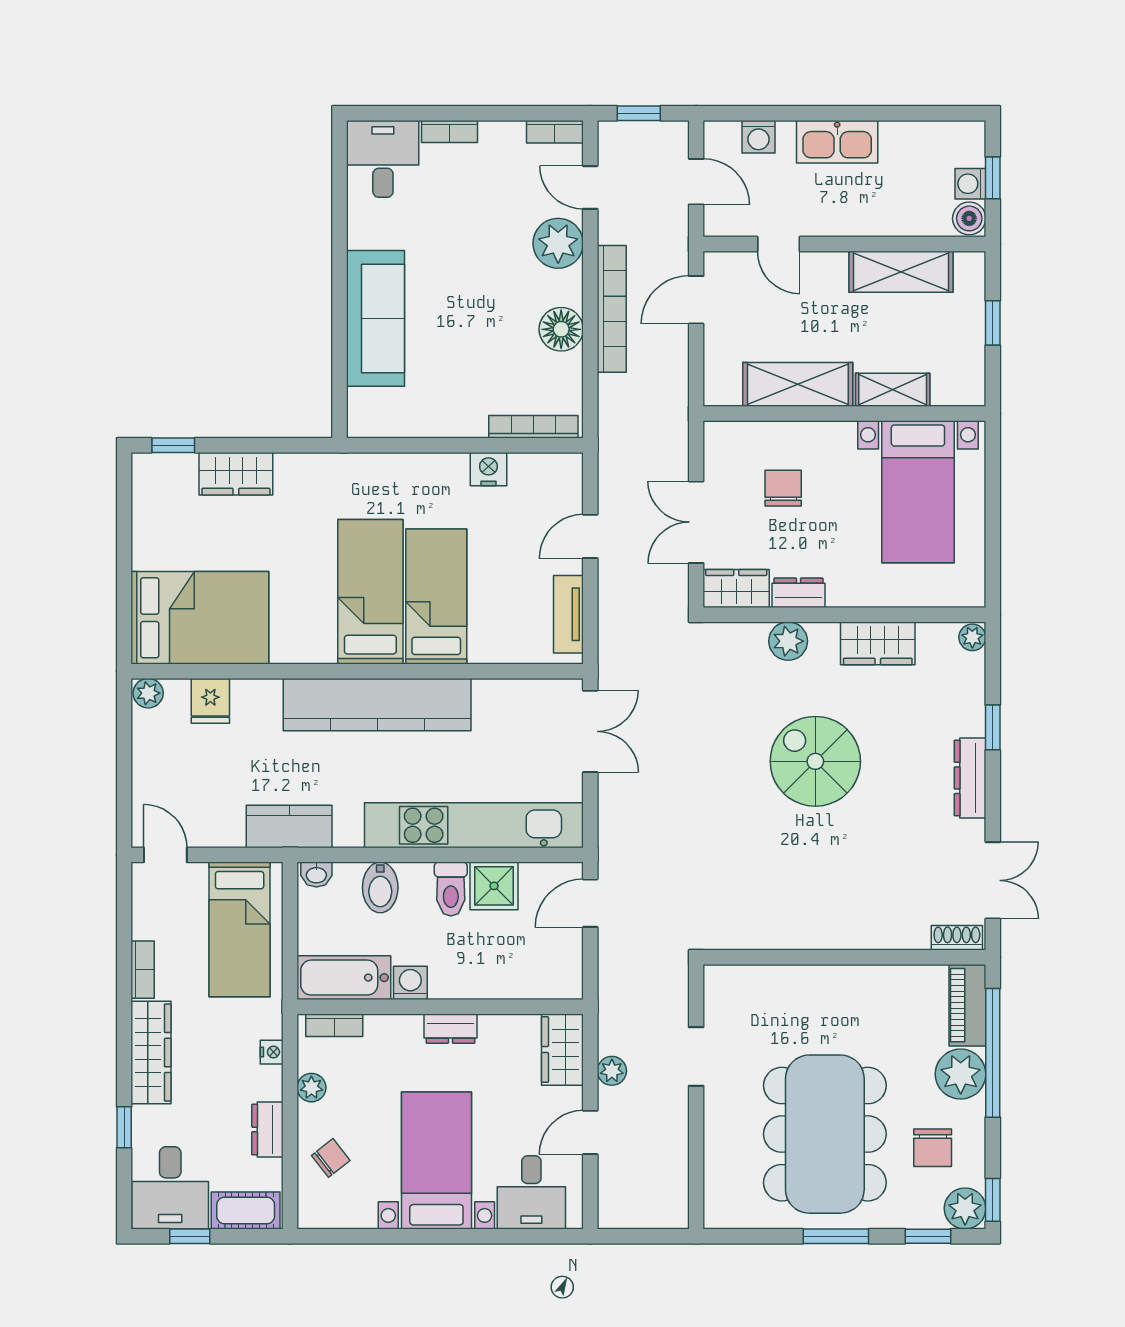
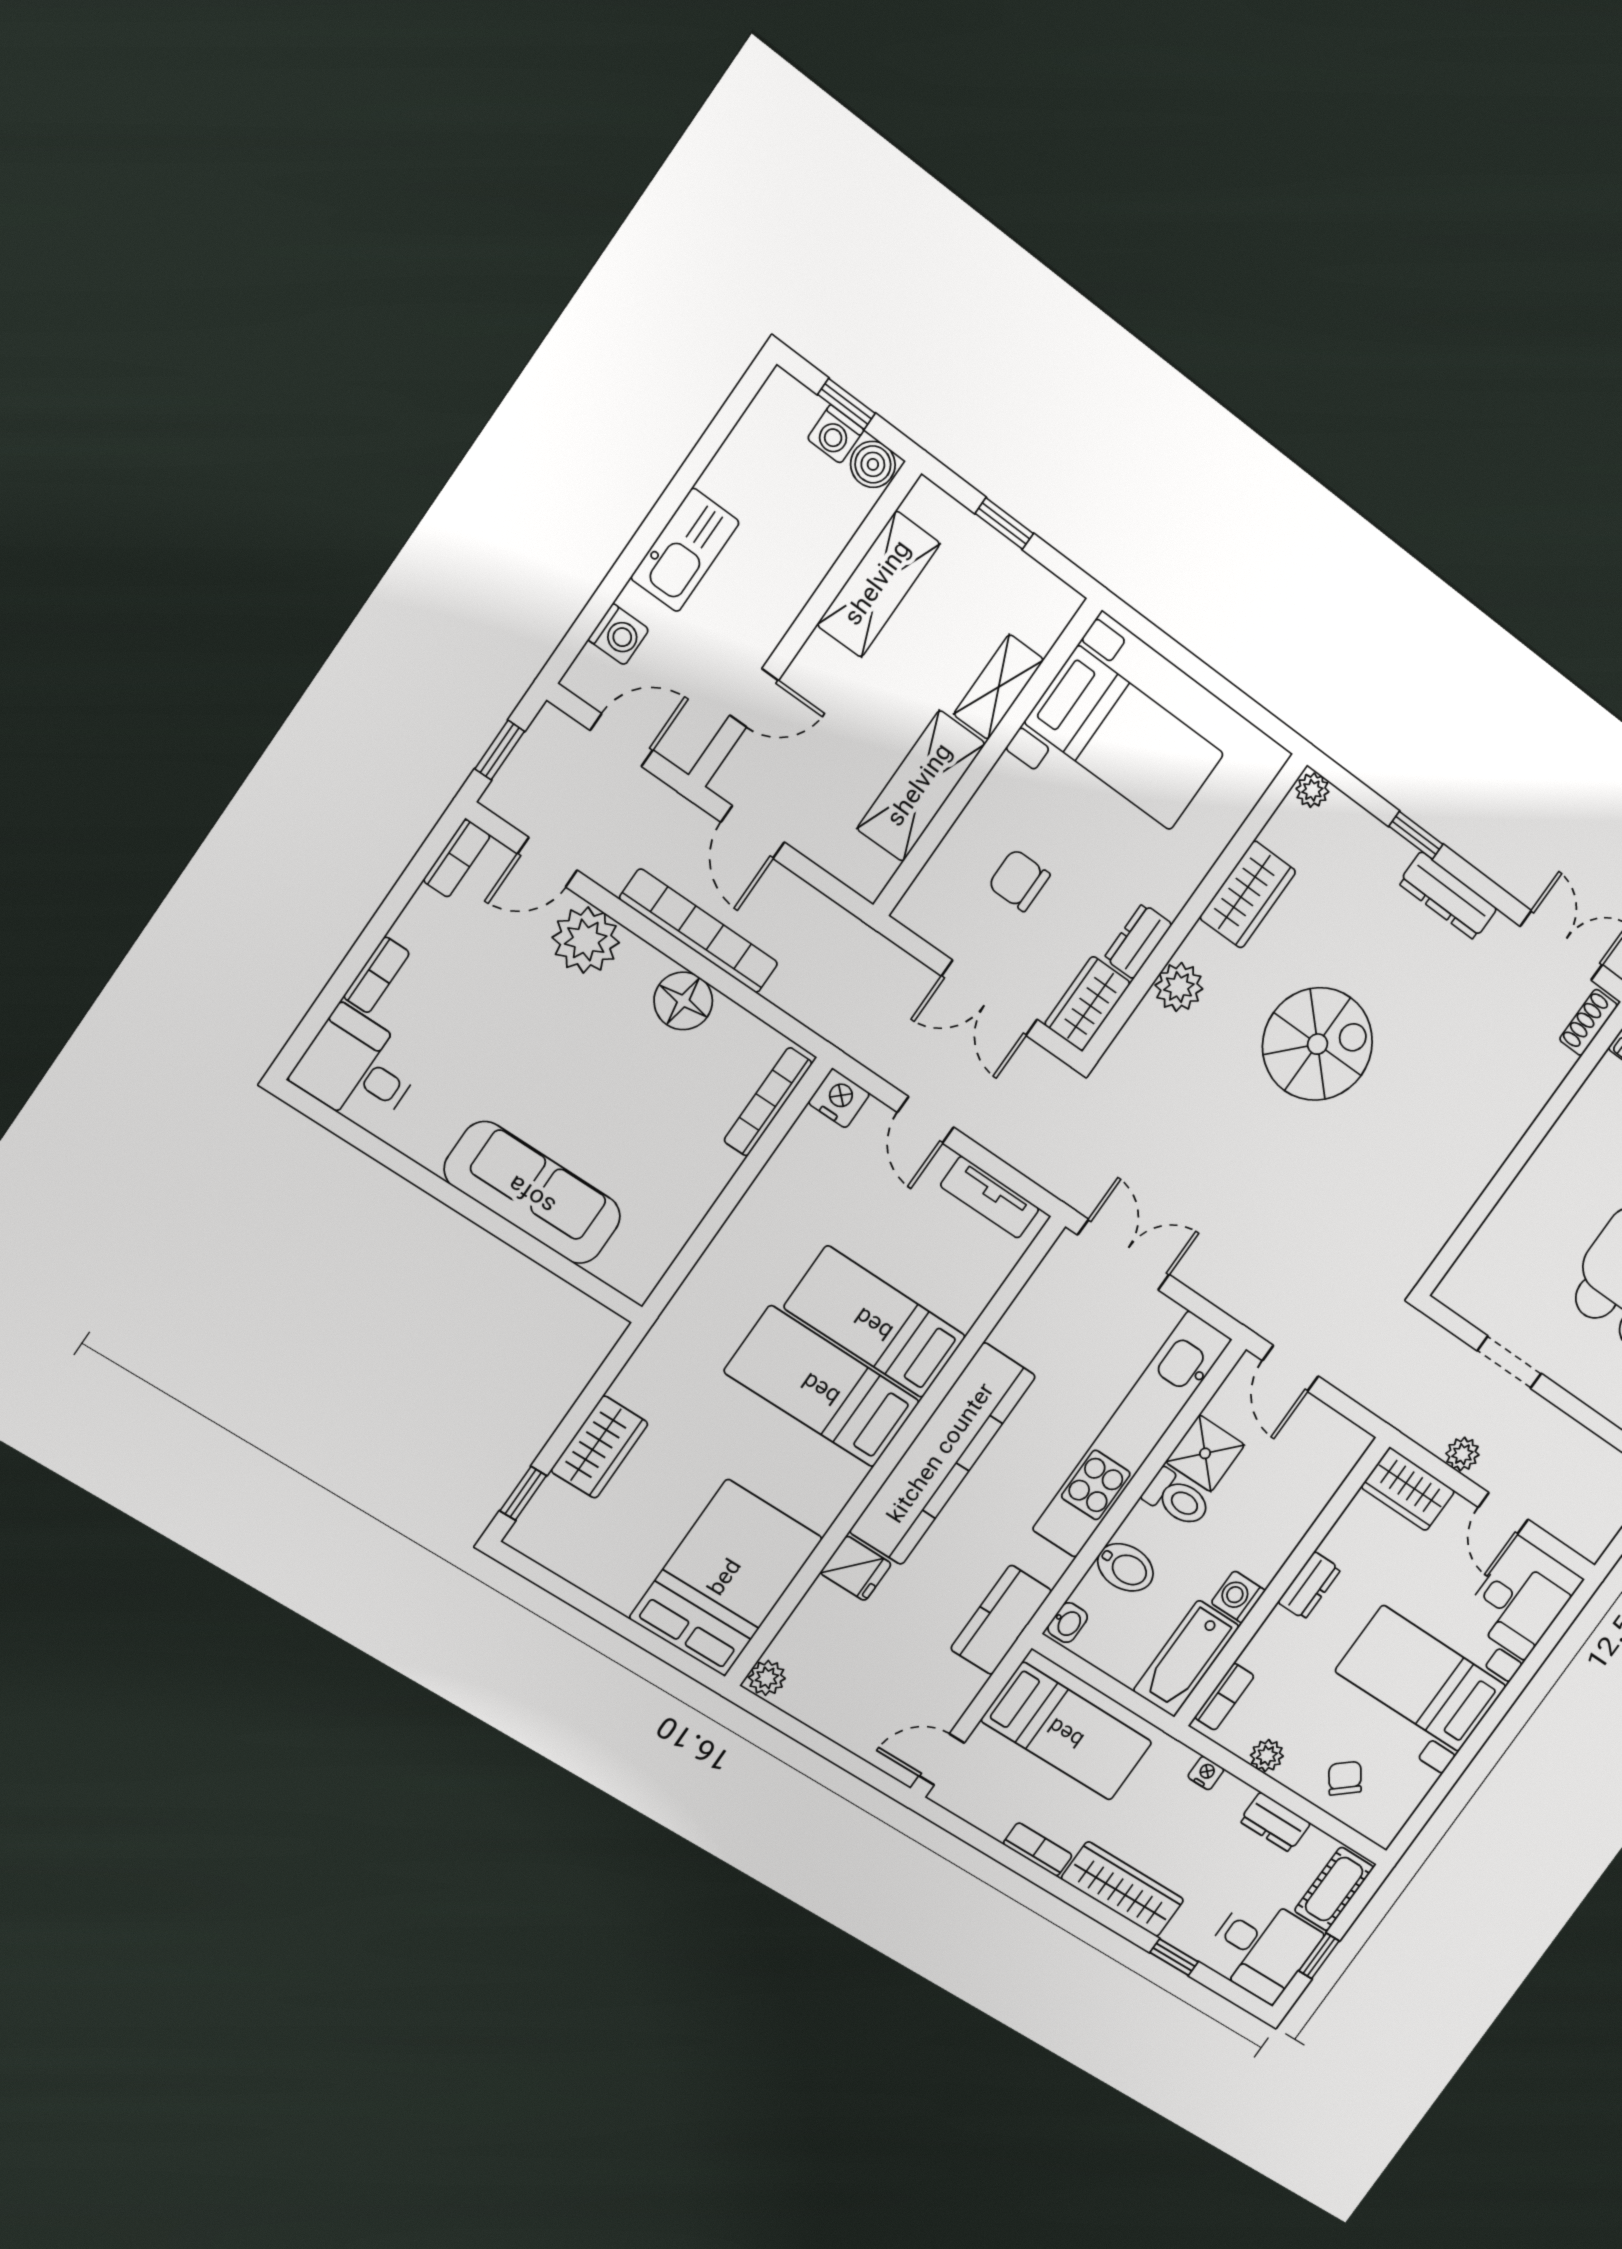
nightstand: (488, 469) -> (839, 1098), moved, turned 90
fridge: (210, 701) -> (856, 1568), moved
spiral stairs: (815, 761) -> (1318, 1044), turned 180

